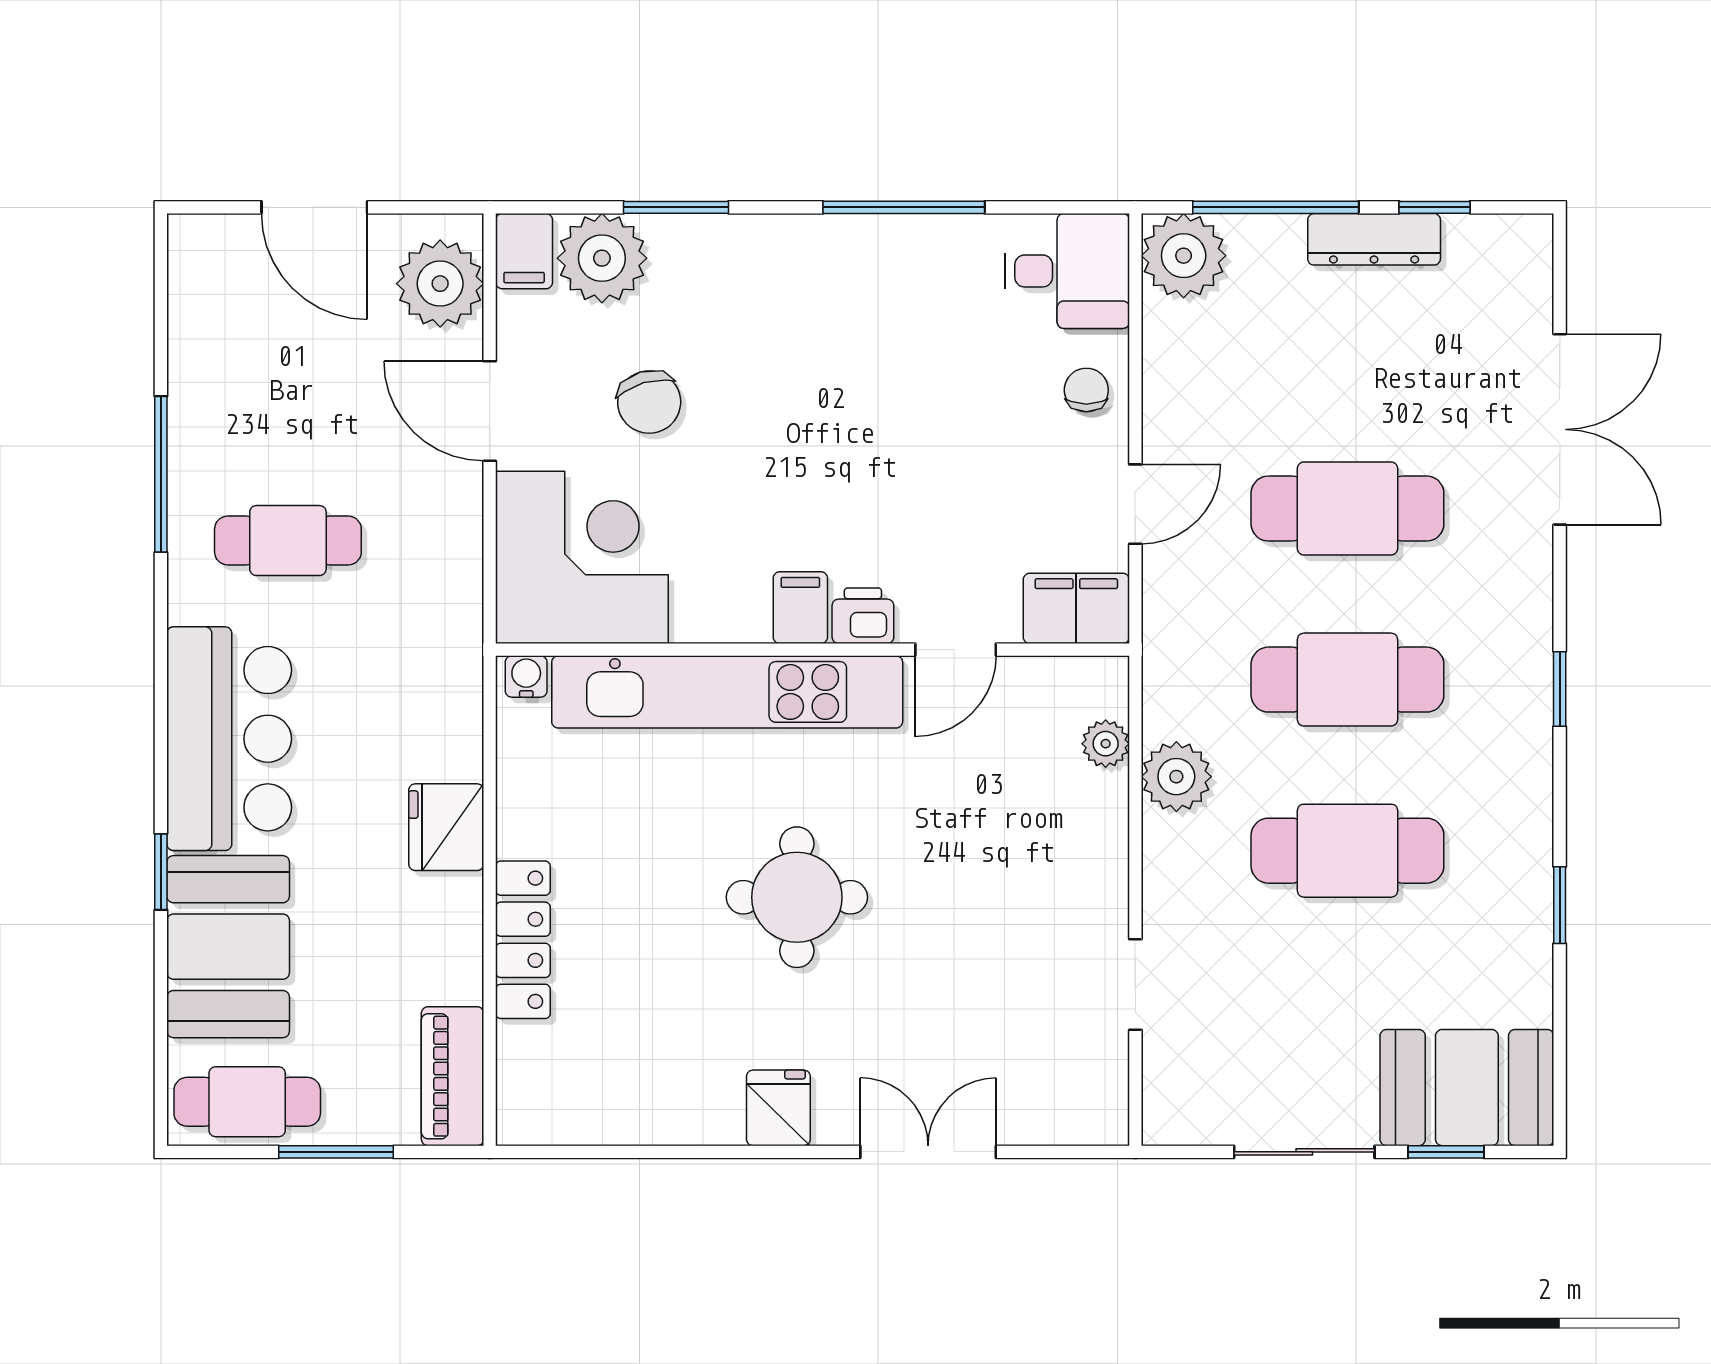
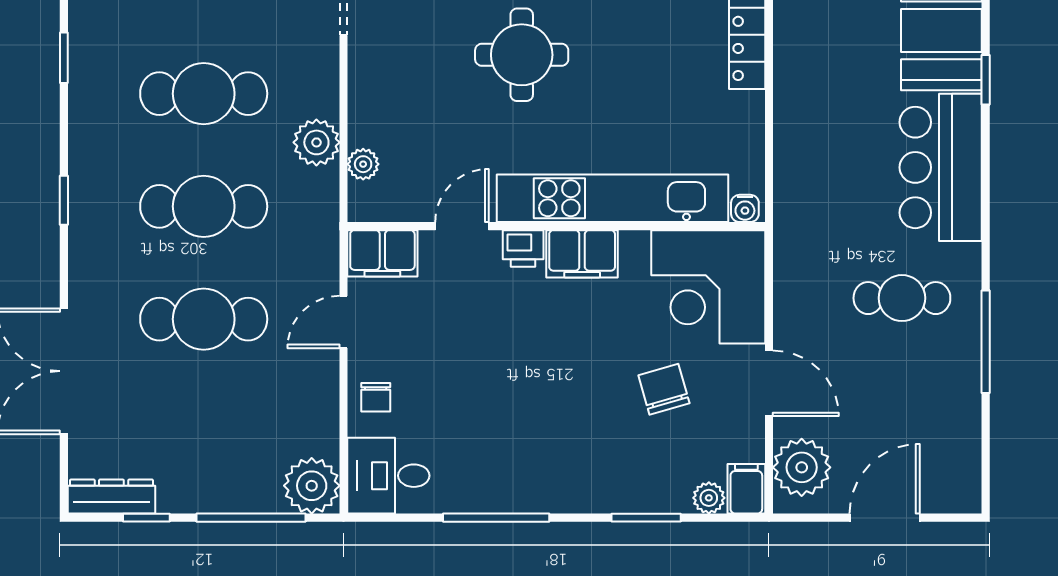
door: (314, 207) -> (885, 518), hinge flipped
dresser: (1374, 239) -> (111, 497), moved
plant: (602, 258) -> (709, 498), width x0.53, depth x0.53
filing cabinet: (800, 608) -> (582, 254), width x2.00
fridge: (446, 827) -> (798, 109), removed
round table: (797, 897) -> (522, 55), moved

